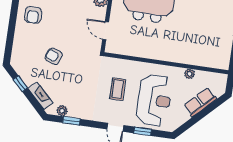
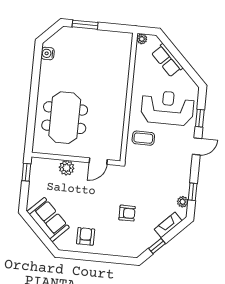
armchair: (33, 15) -> (86, 236), turned -90
armchair: (54, 56) -> (127, 213), turned -111
plant: (190, 74) -> (142, 39), moved
coffee table: (118, 89) -> (143, 138), moved

